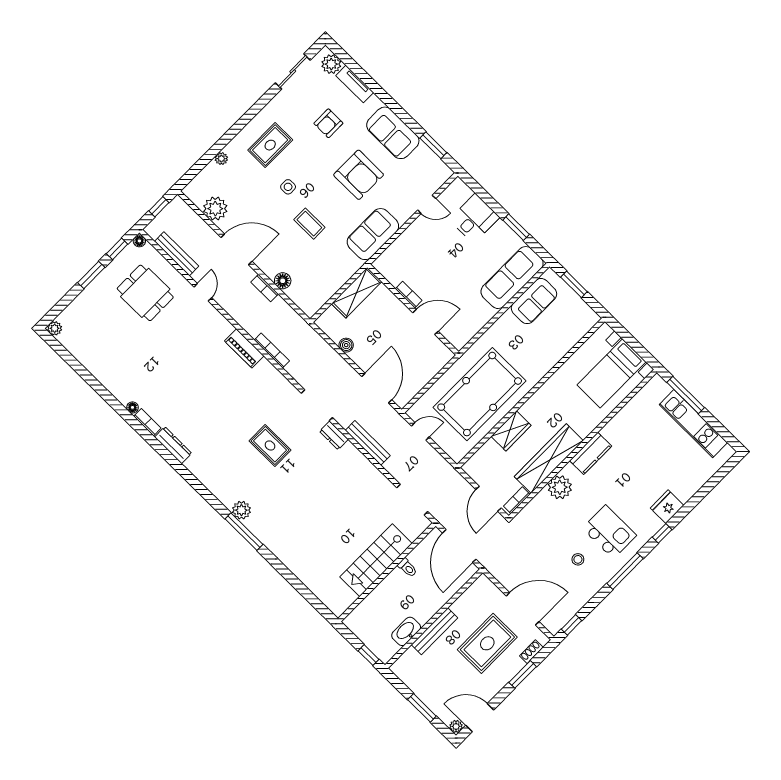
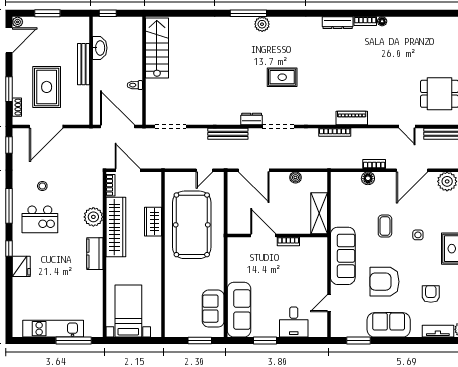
coffee table: (309, 224) -> (385, 226), turned 90
sofa: (373, 234) -> (343, 256), width x1.36
door: (426, 322) -> (263, 235), swing flipped
stairs: (376, 560) -> (157, 48), moved

